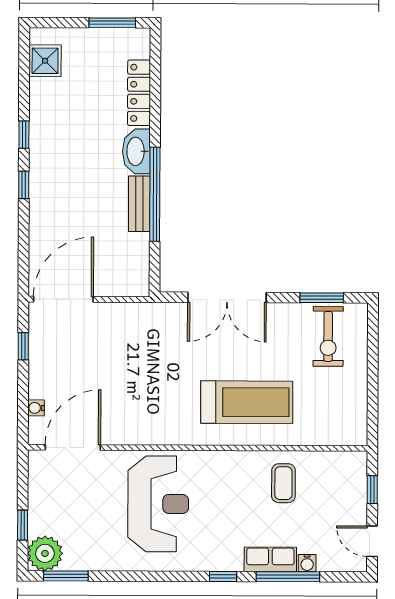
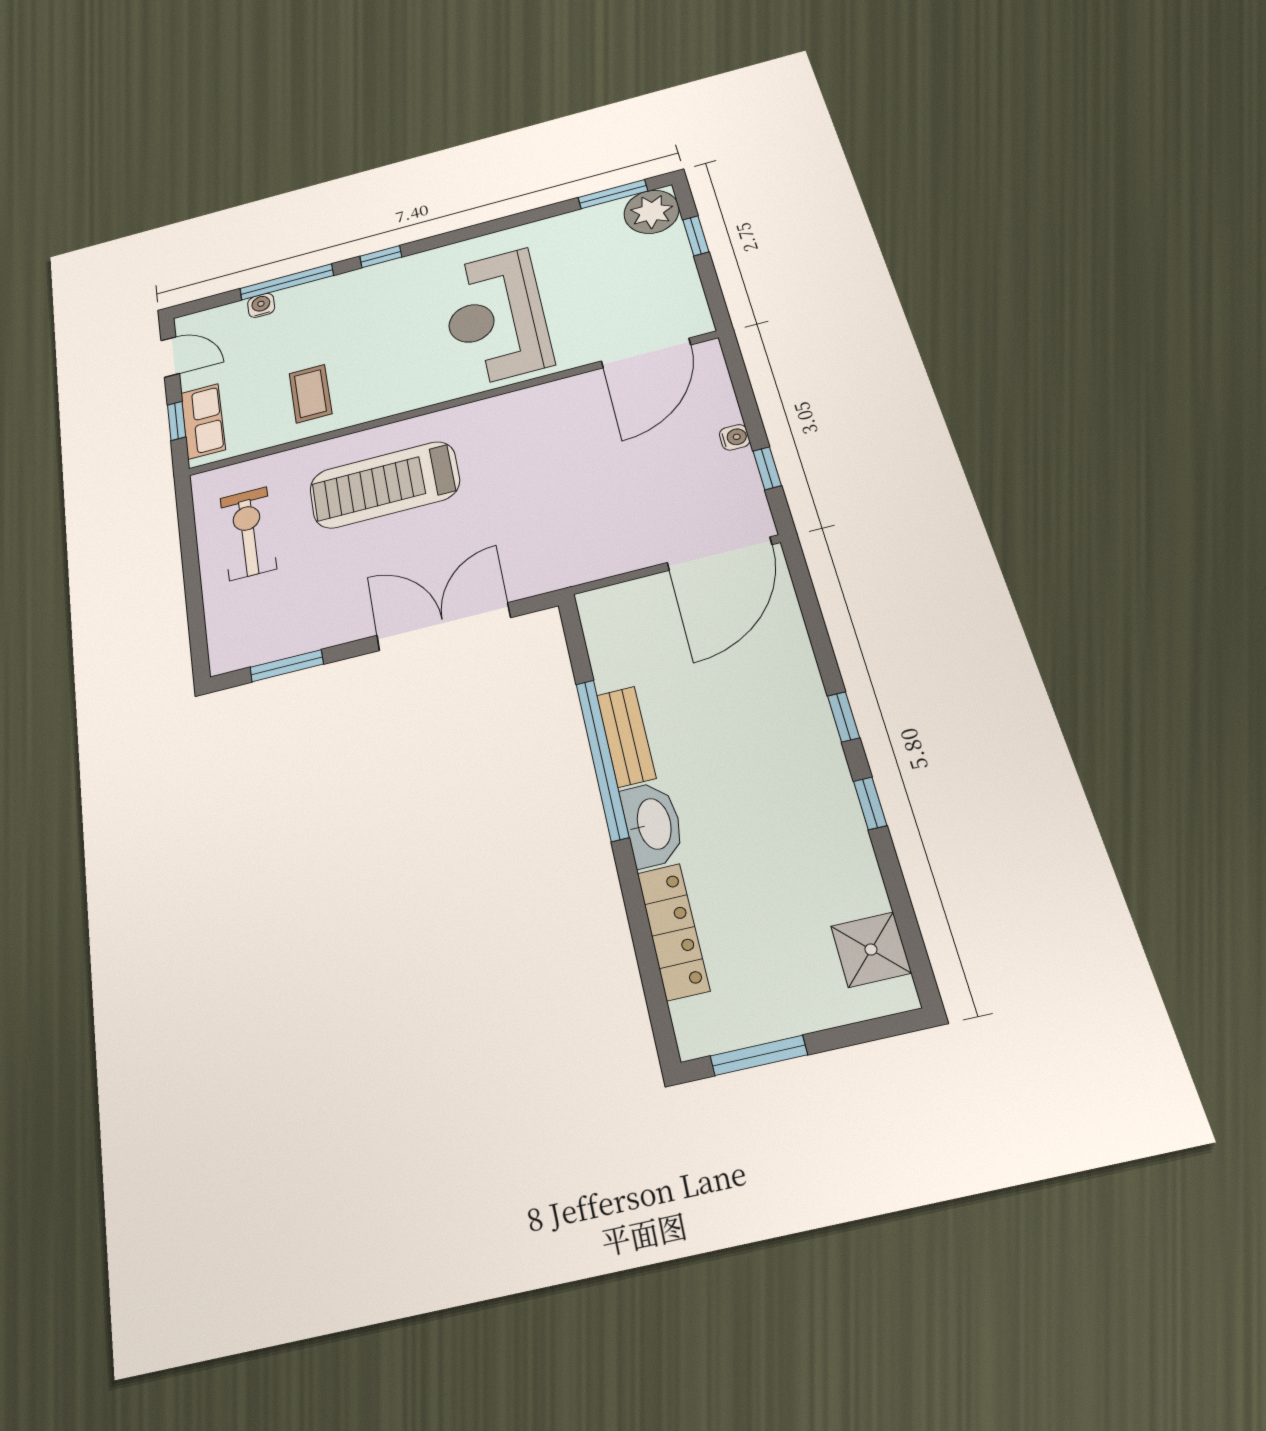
exercise bike: (328, 336) -> (248, 533), moved
water cooler: (36, 408) -> (735, 437), moved
row of seats: (270, 559) -> (203, 421), moved, turned -90

